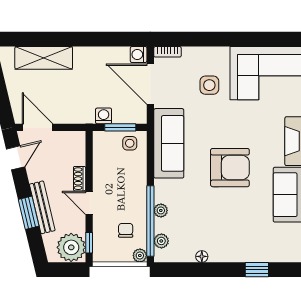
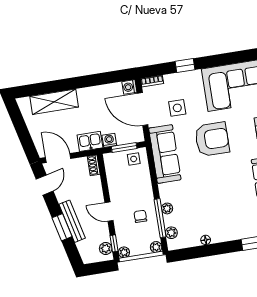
window: (211, 39) -> (185, 66), added
side table: (209, 85) -> (177, 108), moved
kitchen sink: (80, 113) -> (90, 141), added
armchair: (230, 168) -> (212, 139), moved
shoe rack: (80, 179) -> (94, 165), moved
window: (150, 221) -> (160, 218), width x0.68
chair: (126, 230) -> (140, 216), moved
plant: (71, 247) -> (106, 248), width x0.53, depth x0.53
plant: (100, 256) -> (124, 252), added

